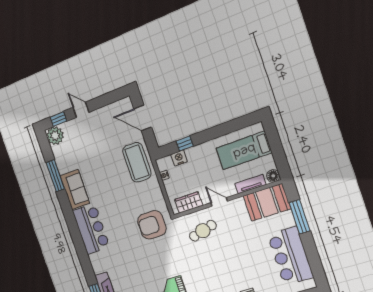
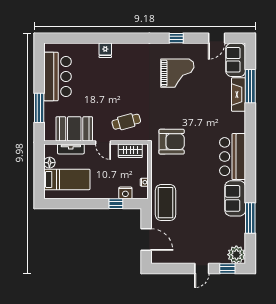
door: (81, 110) -> (202, 269), hinge flipped
floor lamp: (273, 176) -> (49, 163), moved
booth: (267, 202) -> (74, 129), moved

